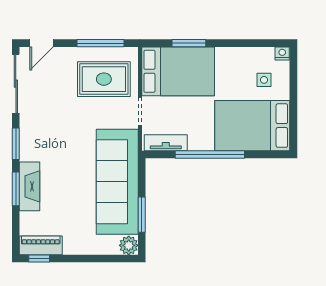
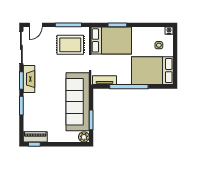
fireplace: (30, 186) -> (29, 79), moved

